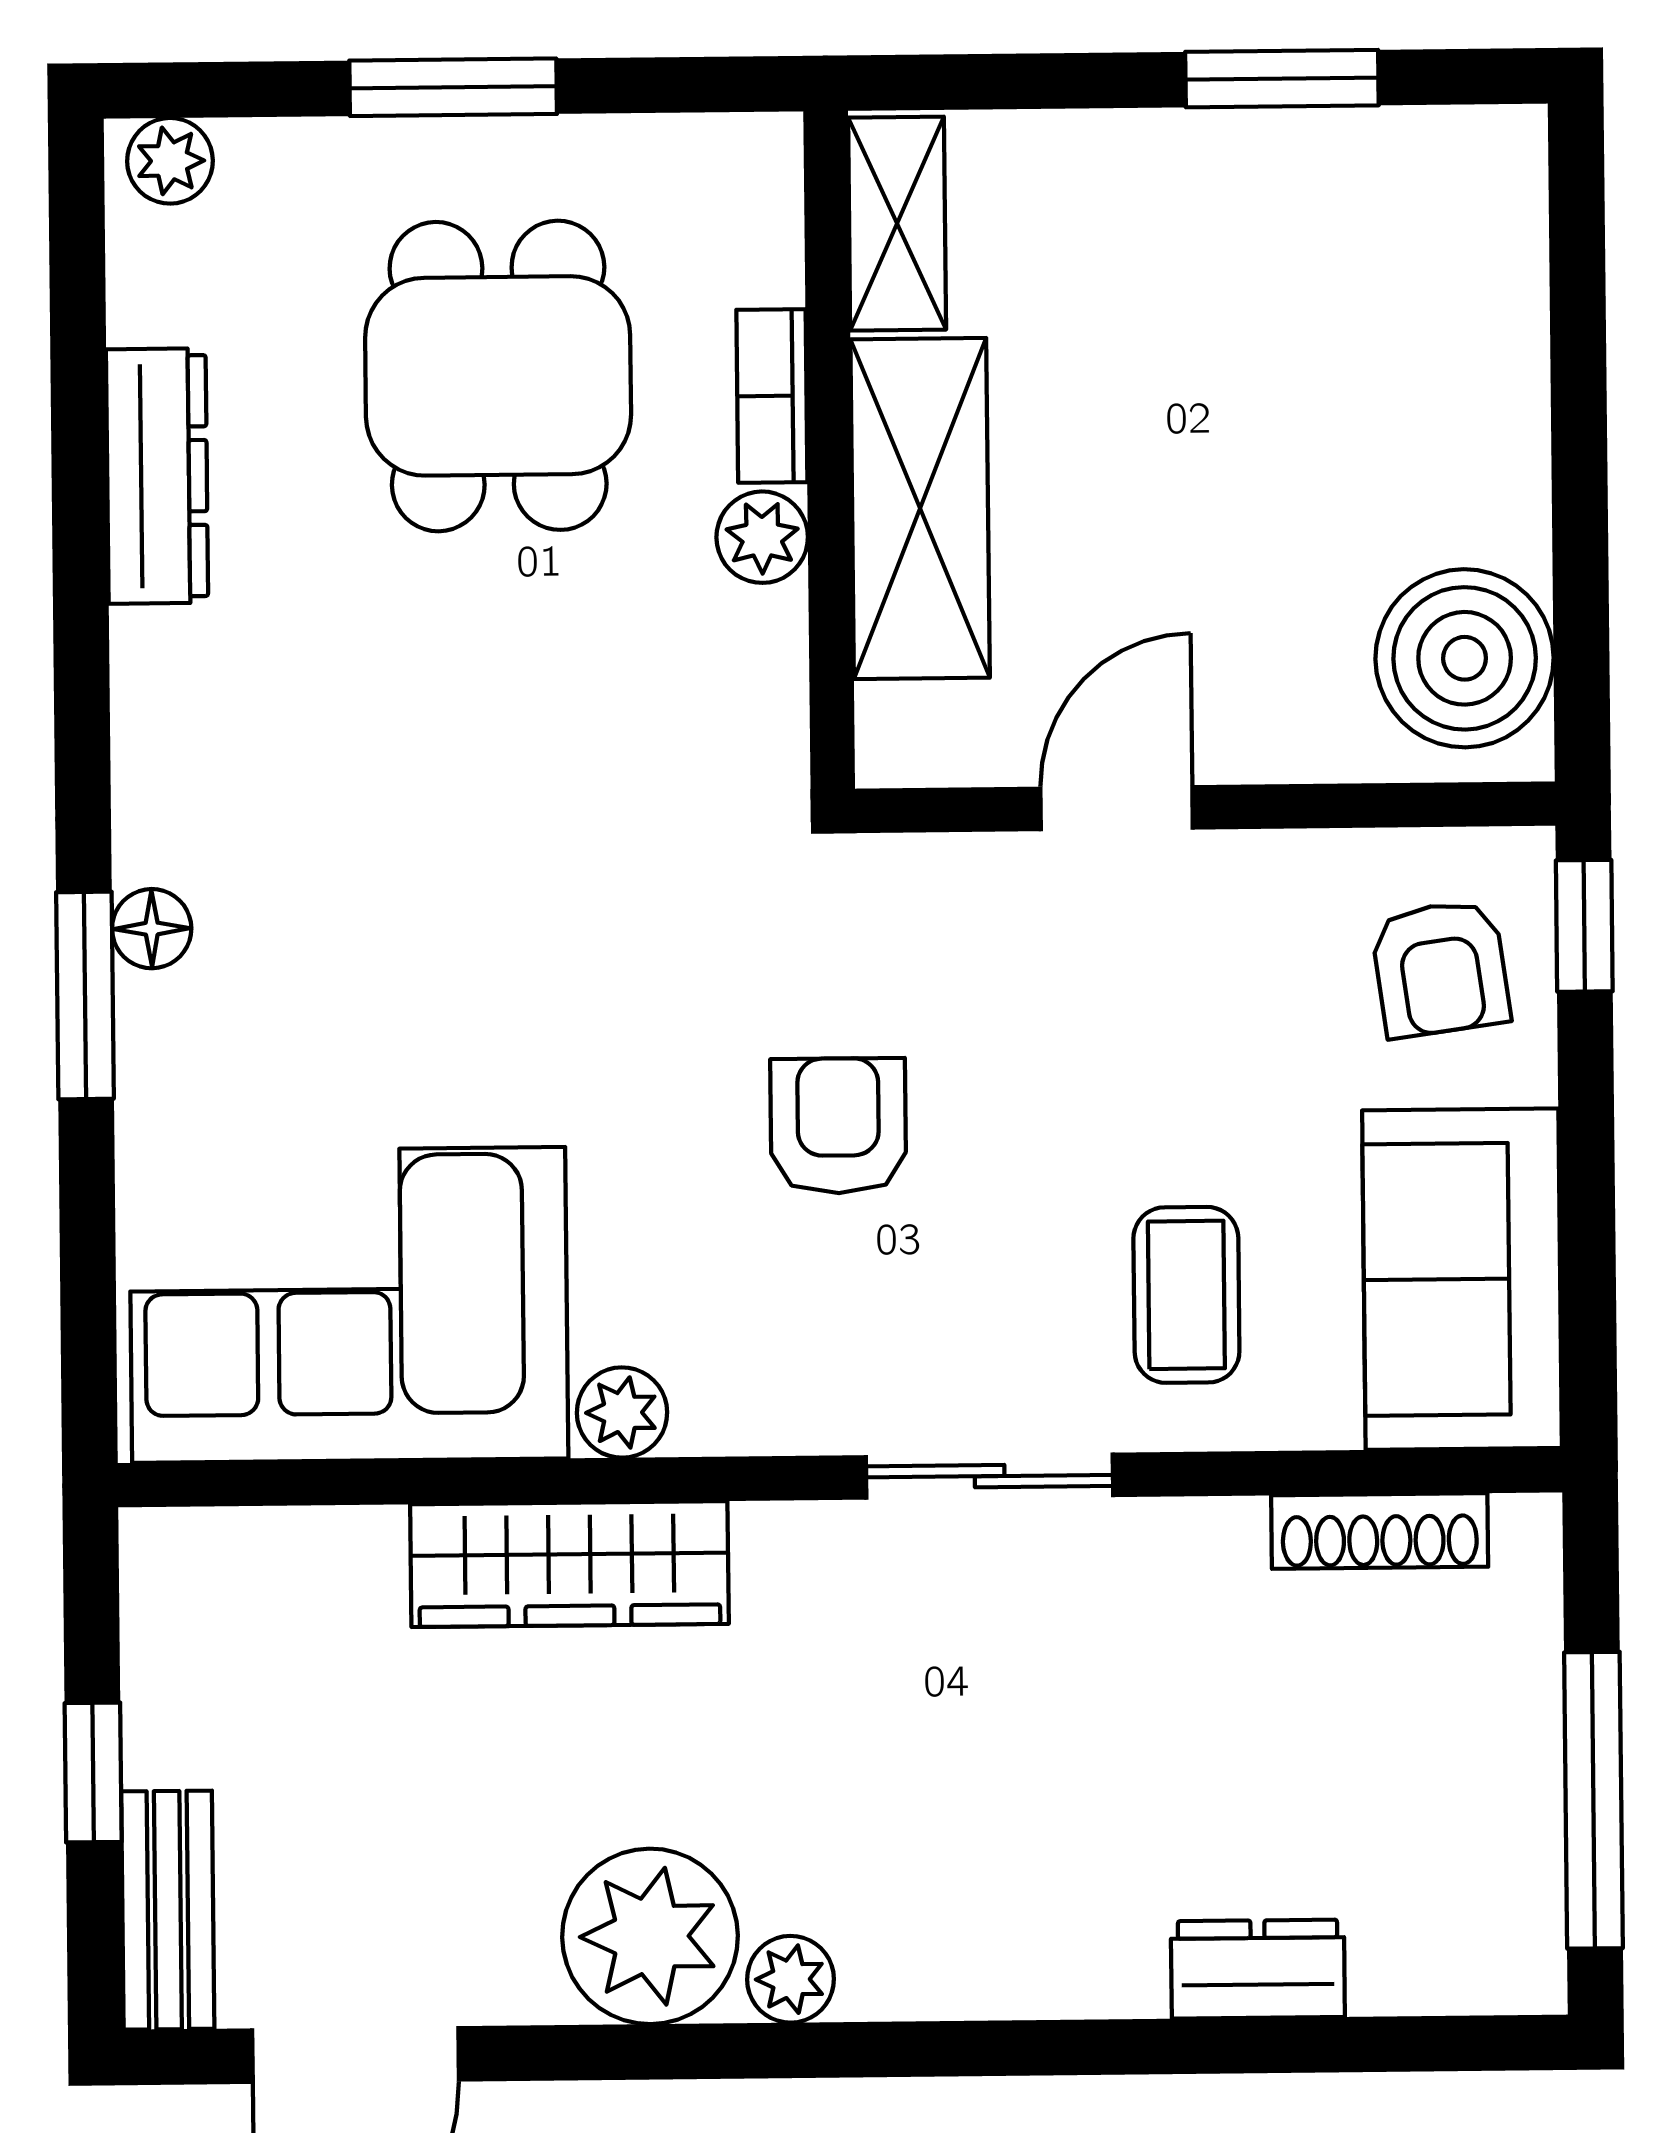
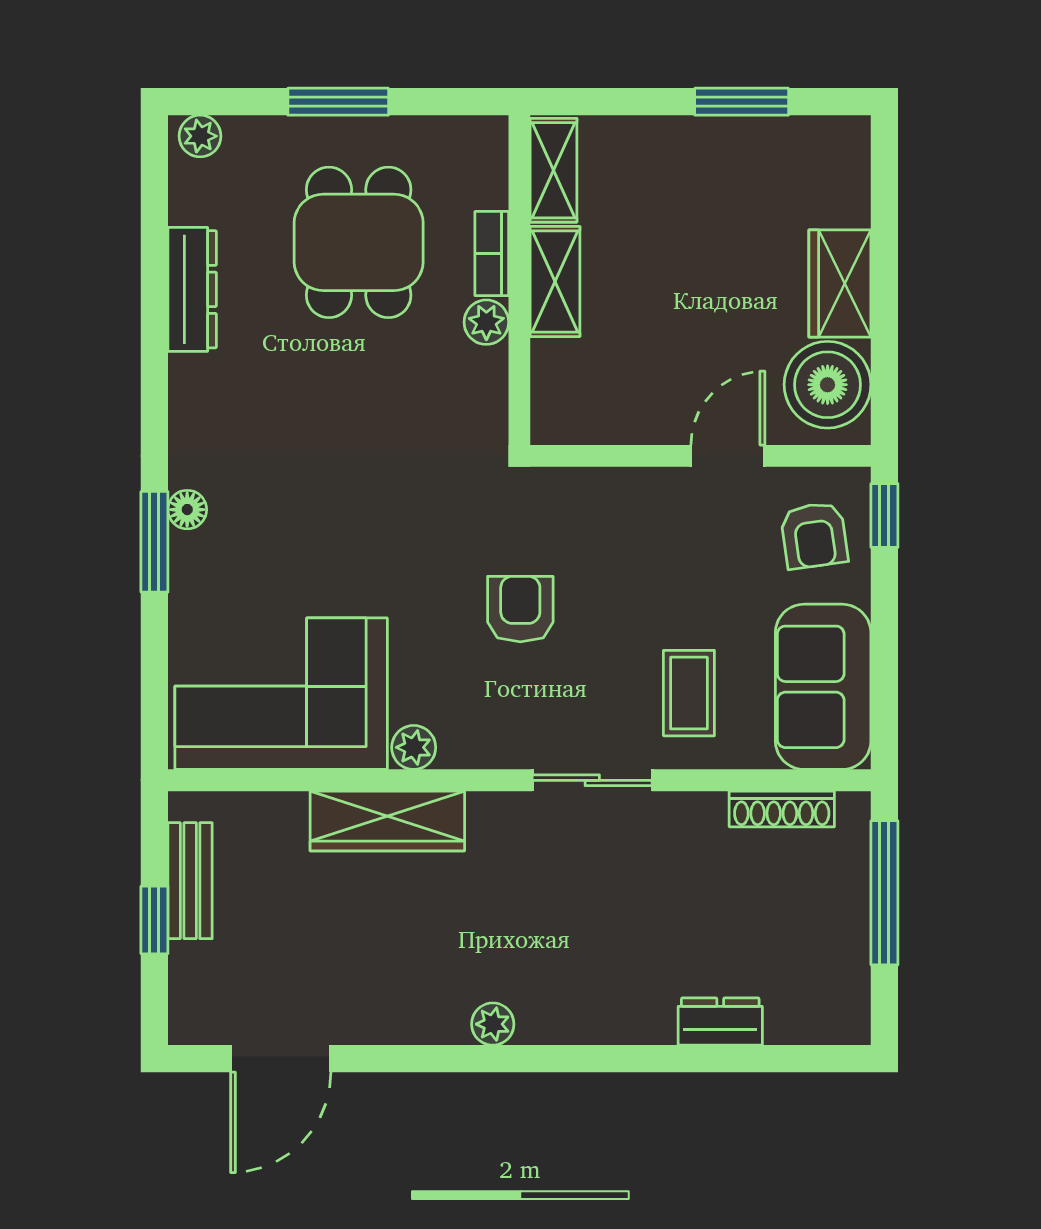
wardrobe: (1488, 450) -> (840, 284), added
shelving: (920, 509) -> (555, 281), width x0.67, depth x0.75
door: (1117, 808) -> (728, 456), moved
window: (1593, 1800) -> (884, 893), moved
bench: (168, 1910) -> (190, 881), moved
plant: (650, 1936) -> (425, 1002), removed

